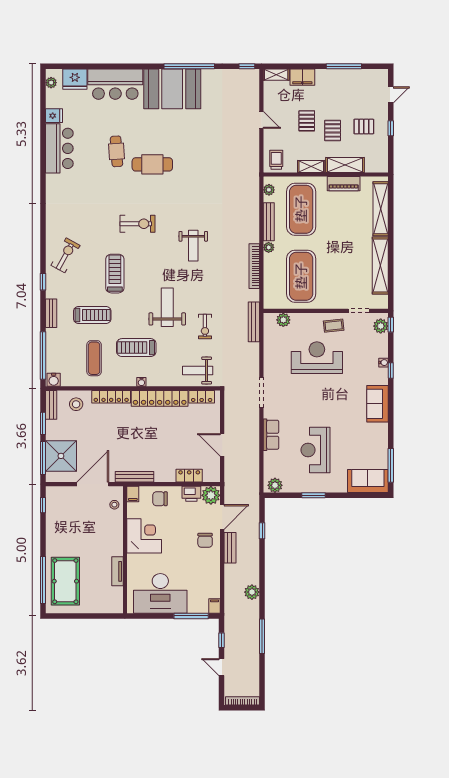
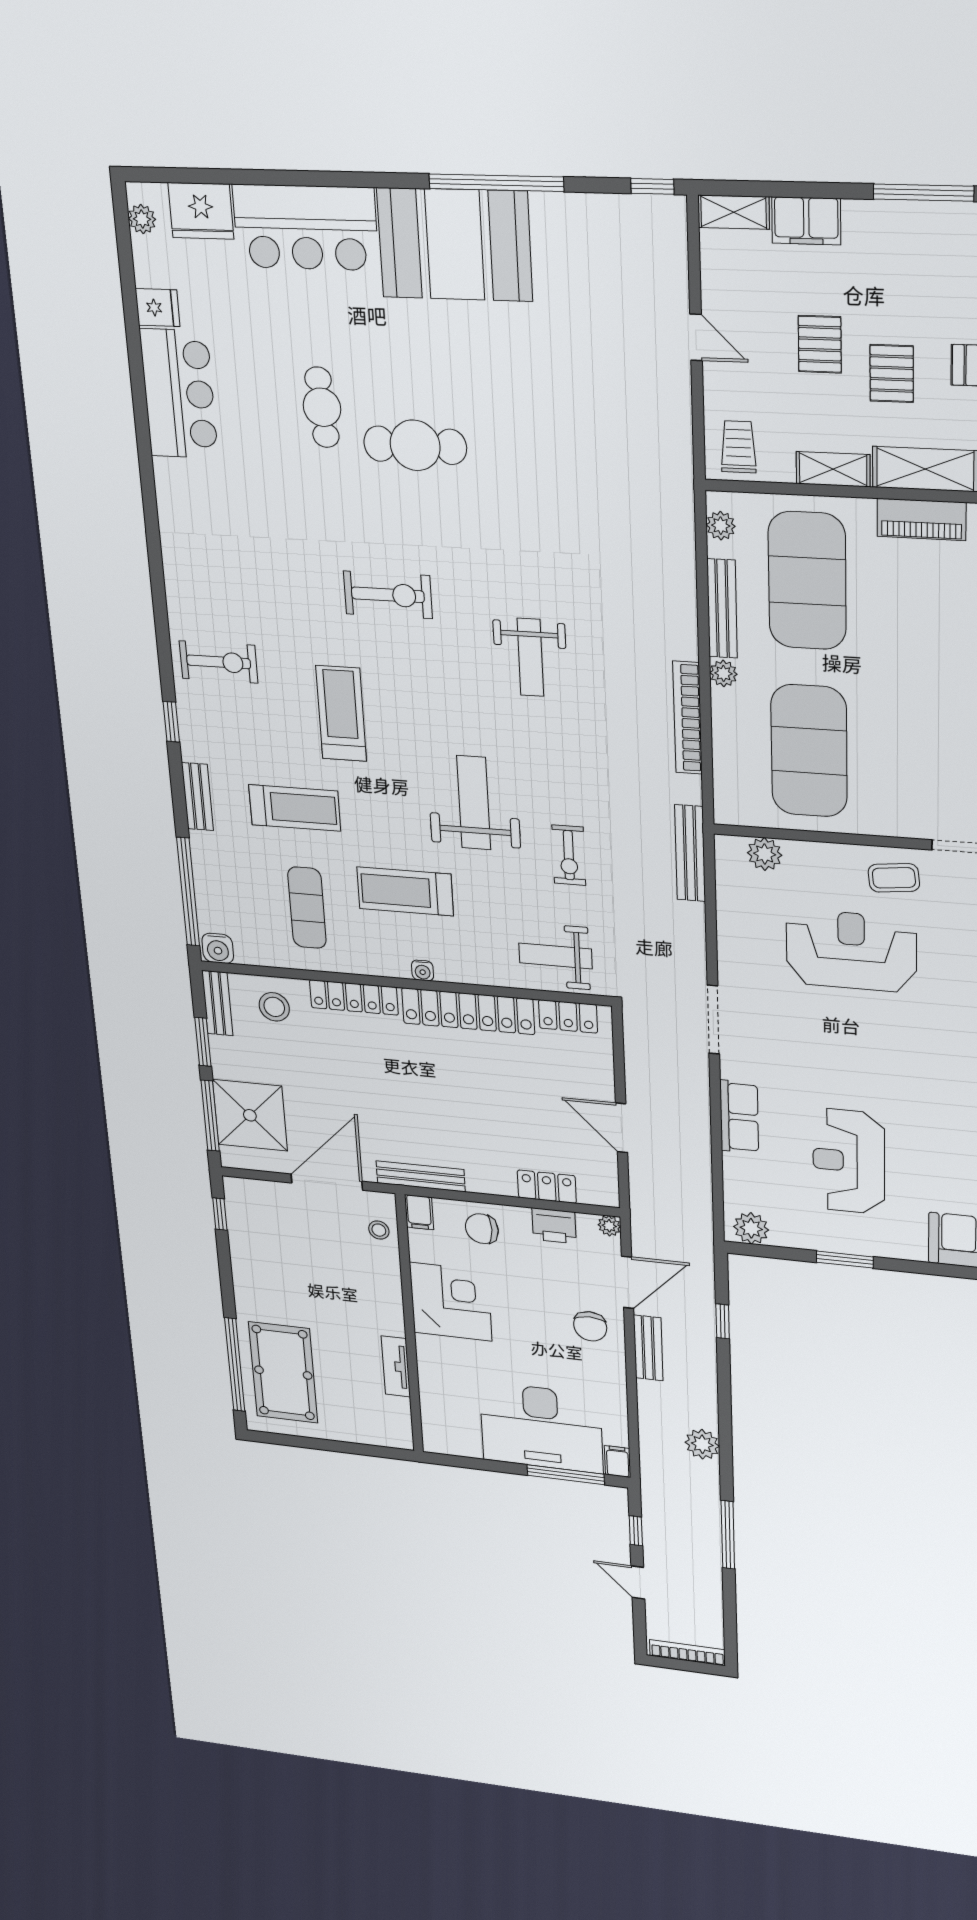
exercise bike: (65, 255) -> (219, 662), turned 61
plant: (211, 495) -> (609, 1226), width x0.53, depth x0.53
desk: (160, 593) -> (541, 1427), moved

